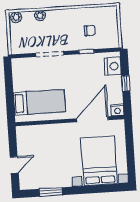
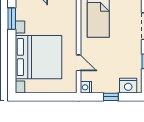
door: (92, 119) -> (79, 63), width x0.53
bed with nightstands: (99, 161) -> (39, 57), width x1.36

